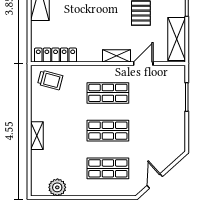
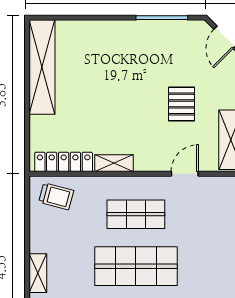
shelving: (116, 56) -> (114, 163), moved
shop shelf: (108, 131) -> (136, 266), width x1.43, depth x1.36

